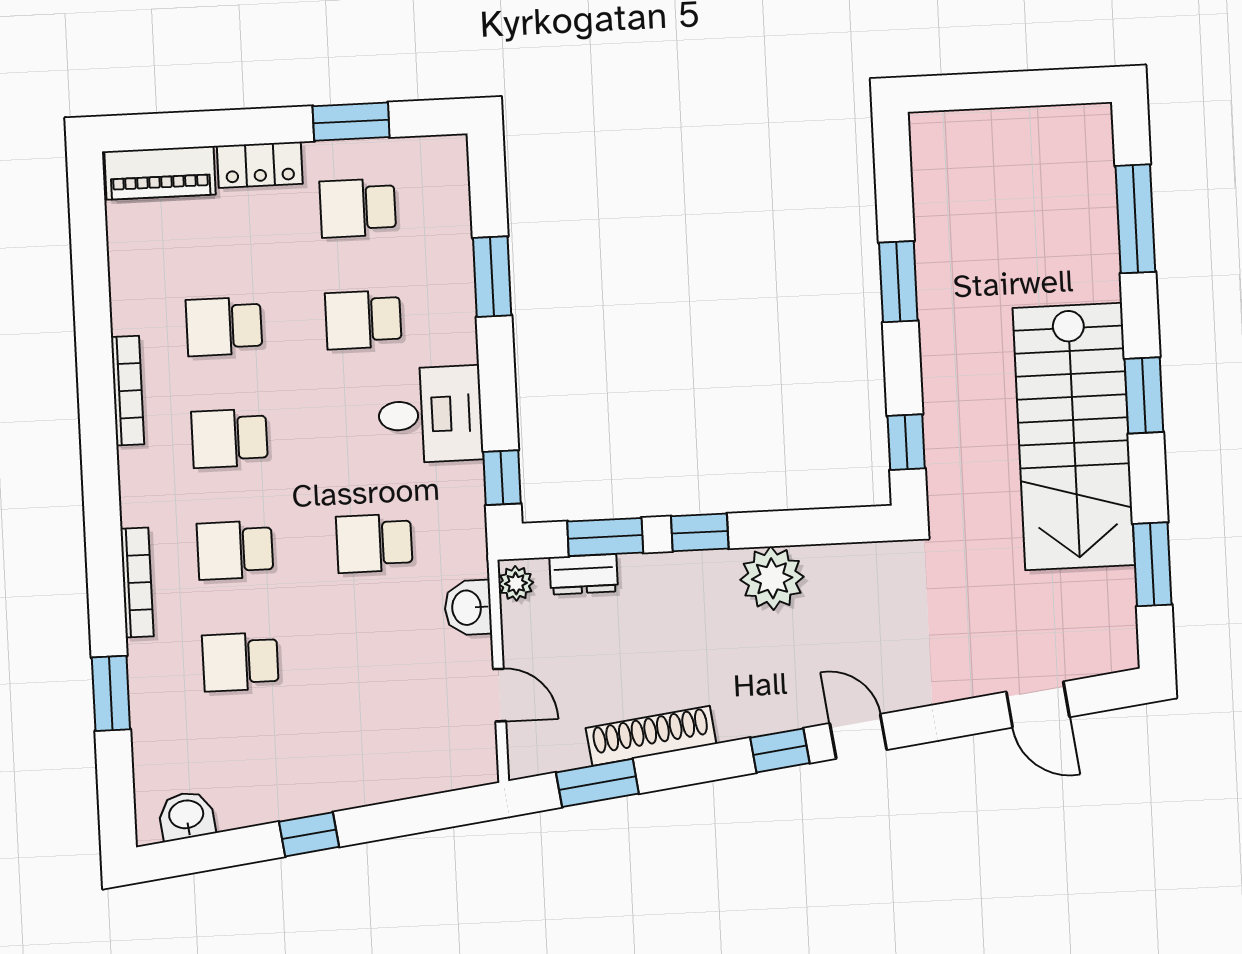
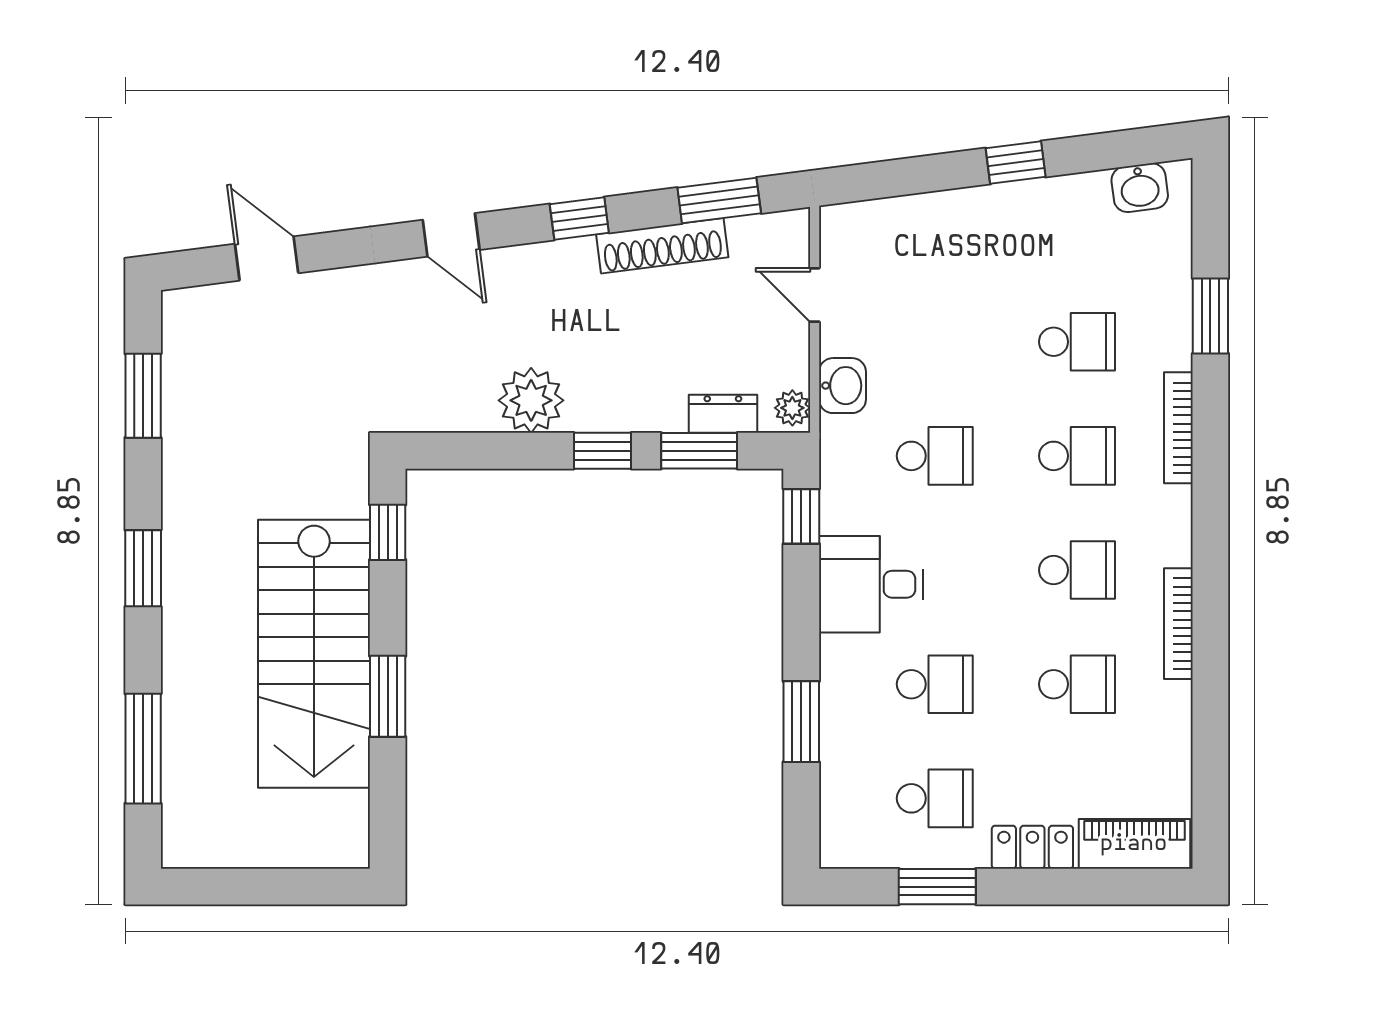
stairs: (1074, 436) -> (314, 654), moved, turned 180
window: (780, 750) -> (579, 218), moved

